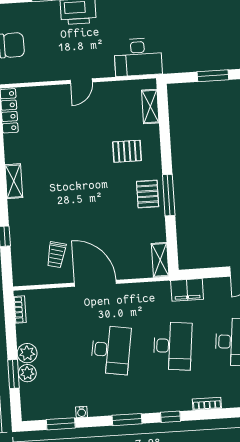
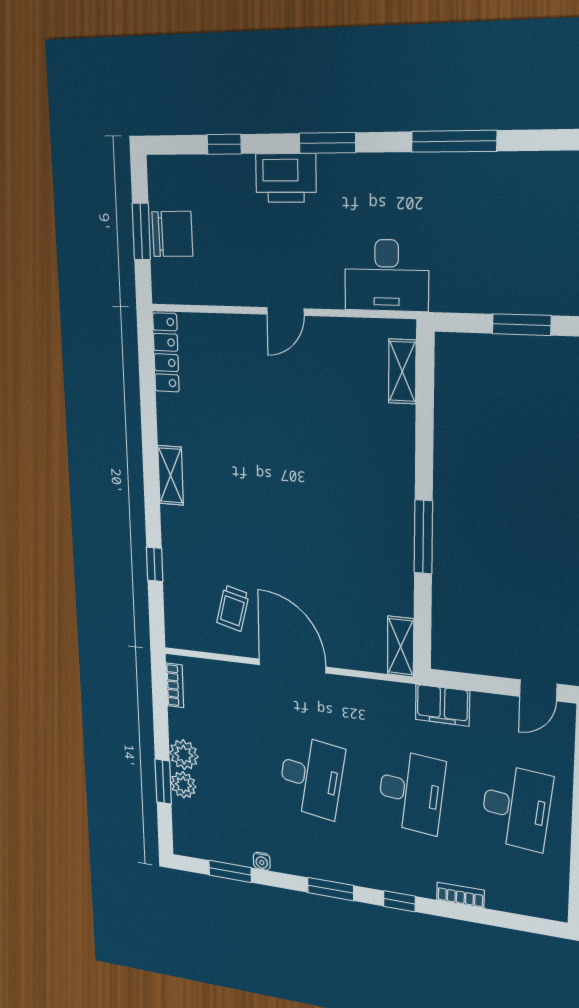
pallet: (127, 151) -> (357, 449), removed
pallet: (148, 194) -> (387, 530), removed

